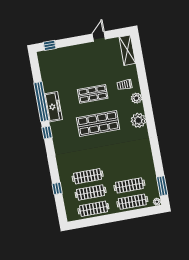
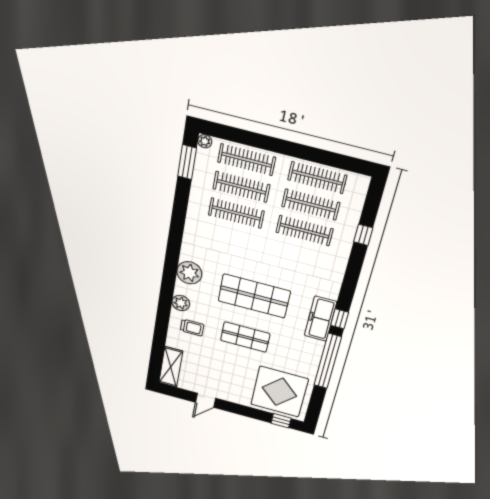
display table: (59, 66) -> (279, 392), added
freezer: (53, 107) -> (321, 319), moved
clothes rail: (126, 169) -> (236, 213), added

